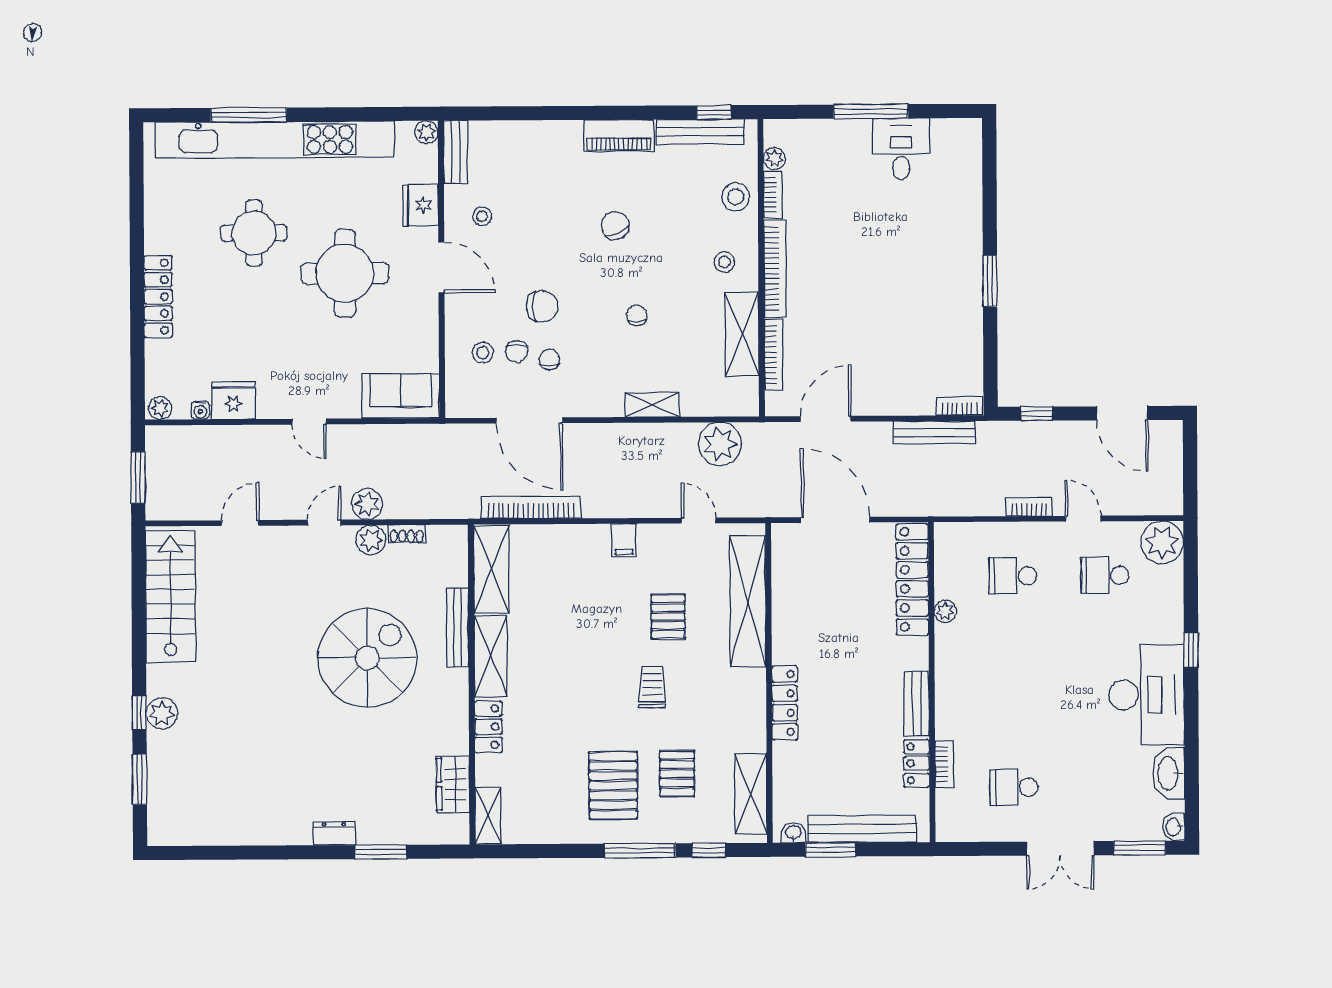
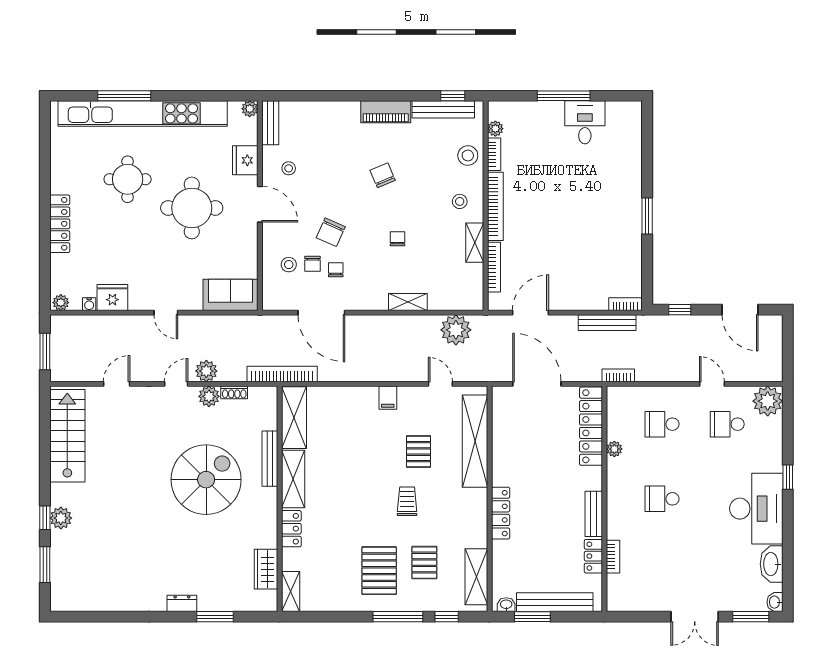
chair: (542, 306) -> (331, 232), turned 114
shelving: (742, 334) -> (475, 243), width x0.67, depth x0.75
bookcase: (531, 507) -> (282, 374), moved
bookcase: (1029, 507) -> (618, 375), moved
school desk: (1014, 787) -> (662, 499), moved

